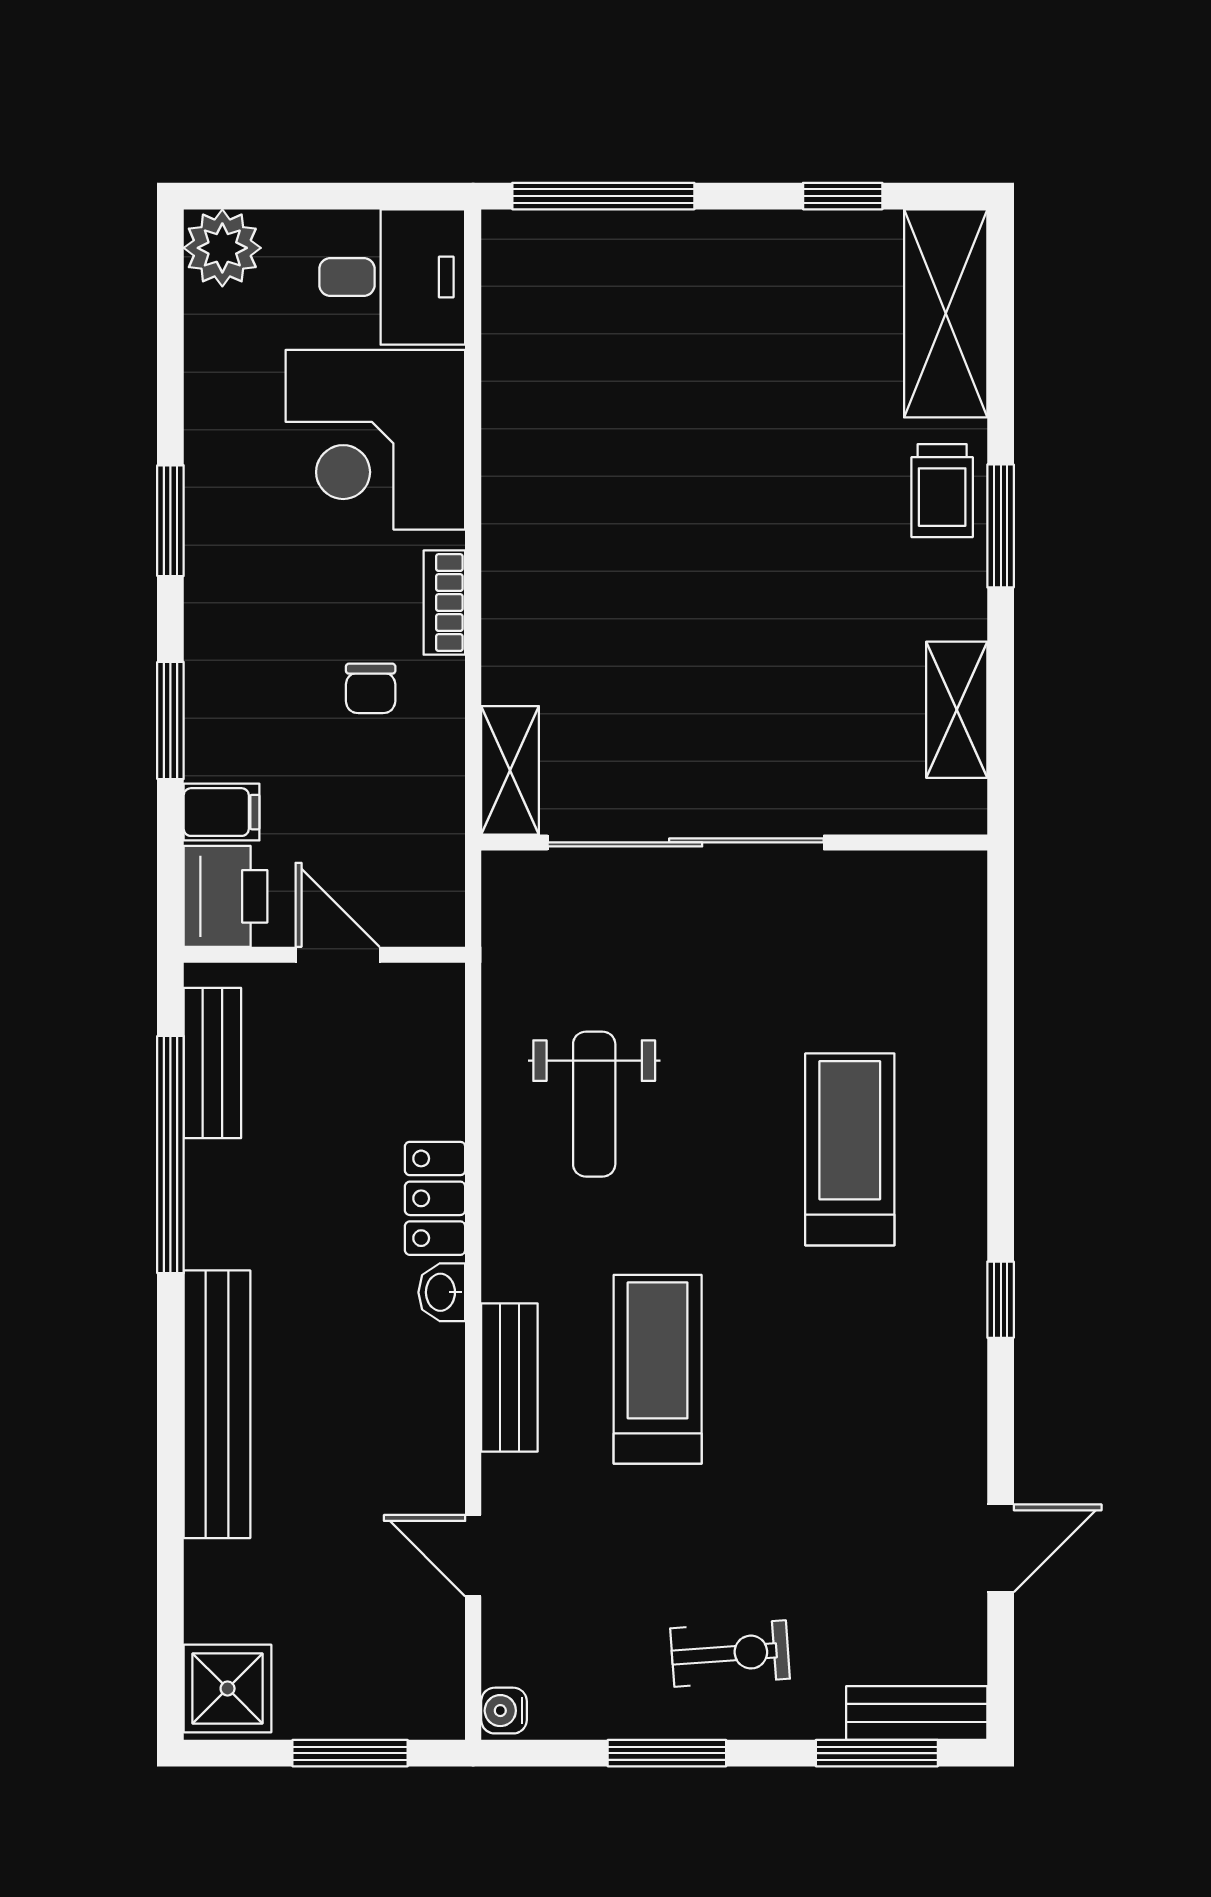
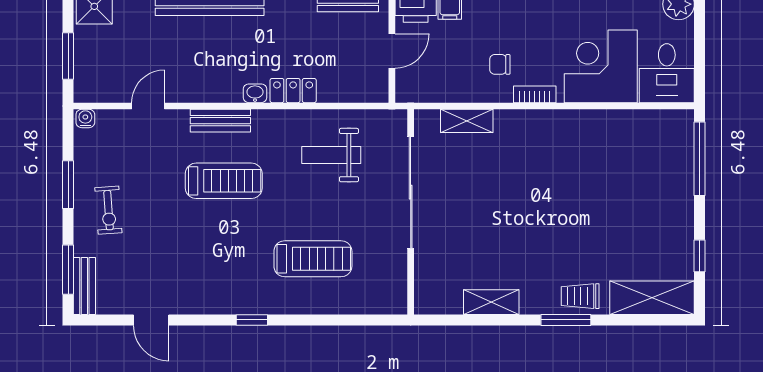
sliding door: (686, 842) -> (411, 192), moved
wall: (734, 842) -> (411, 212), moved

